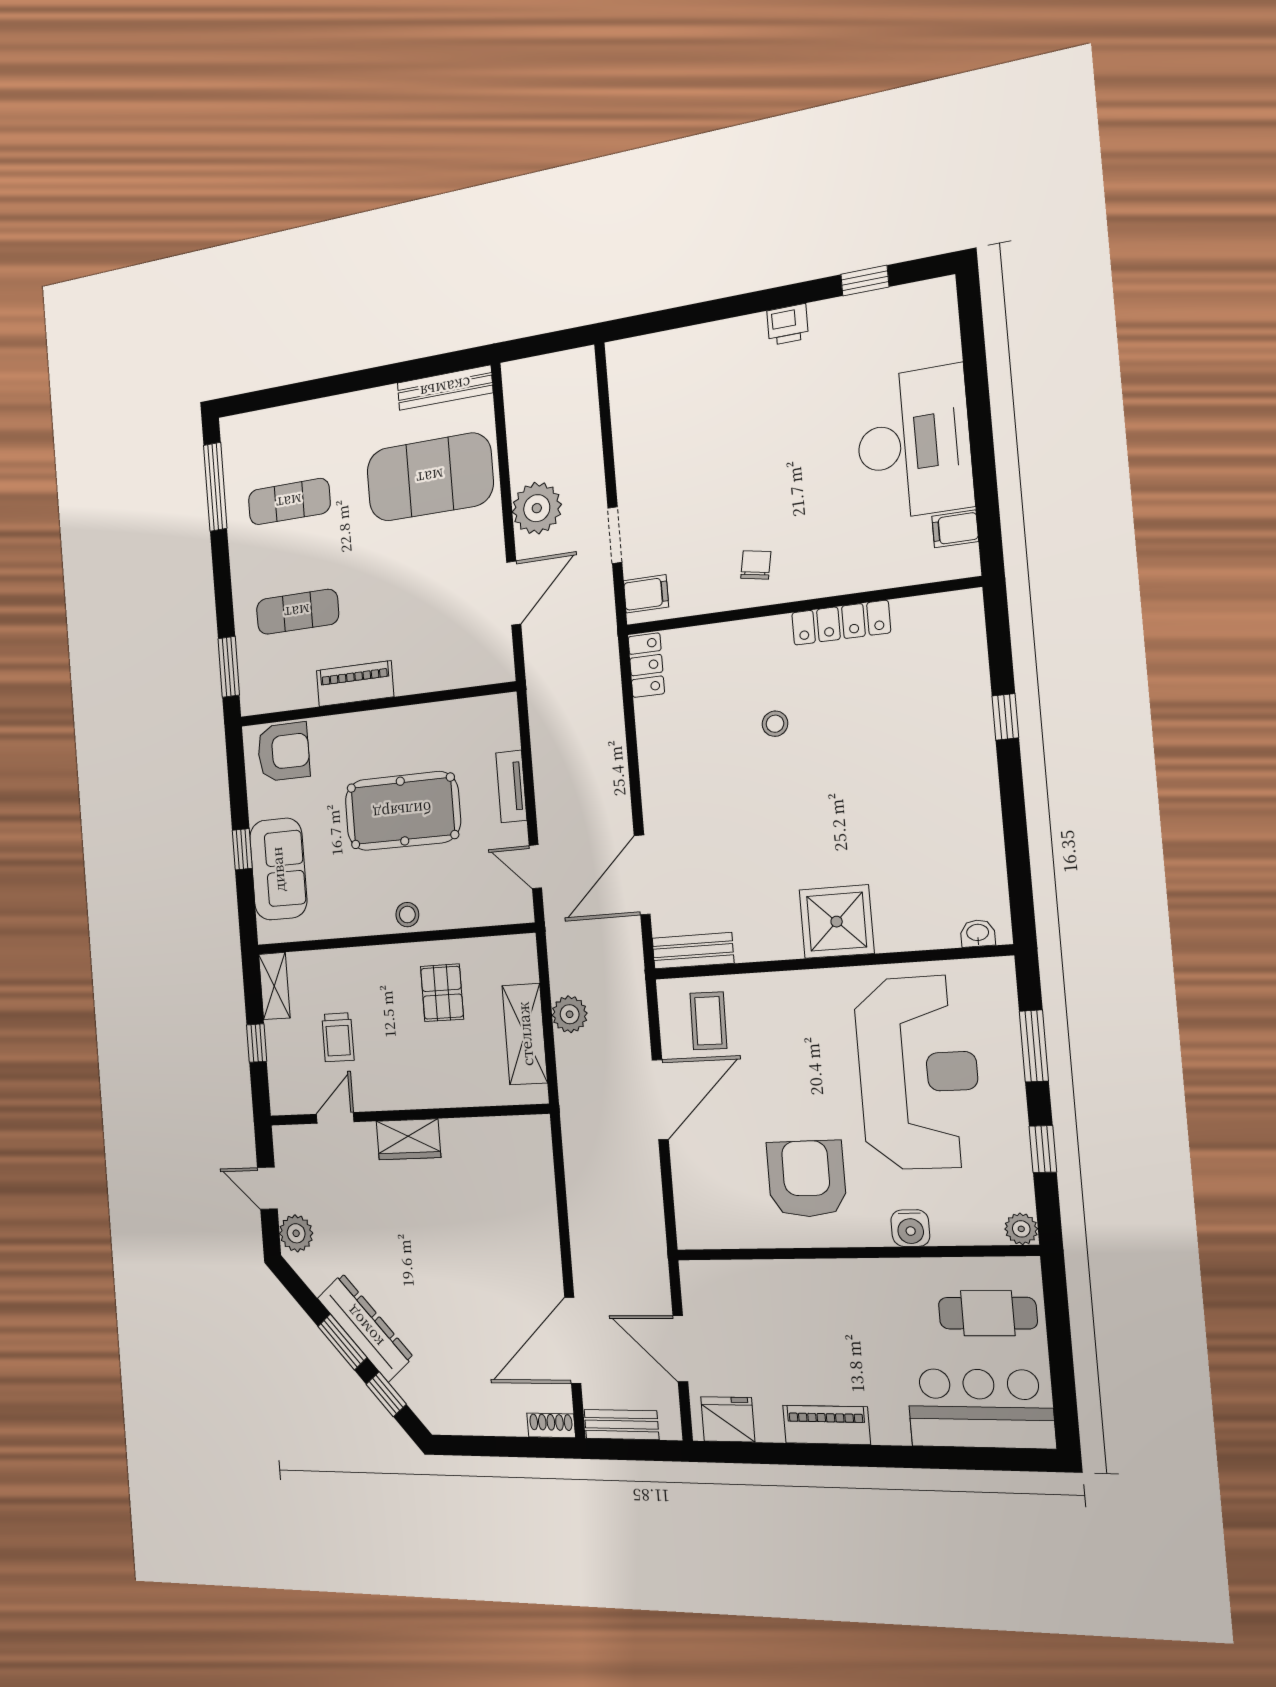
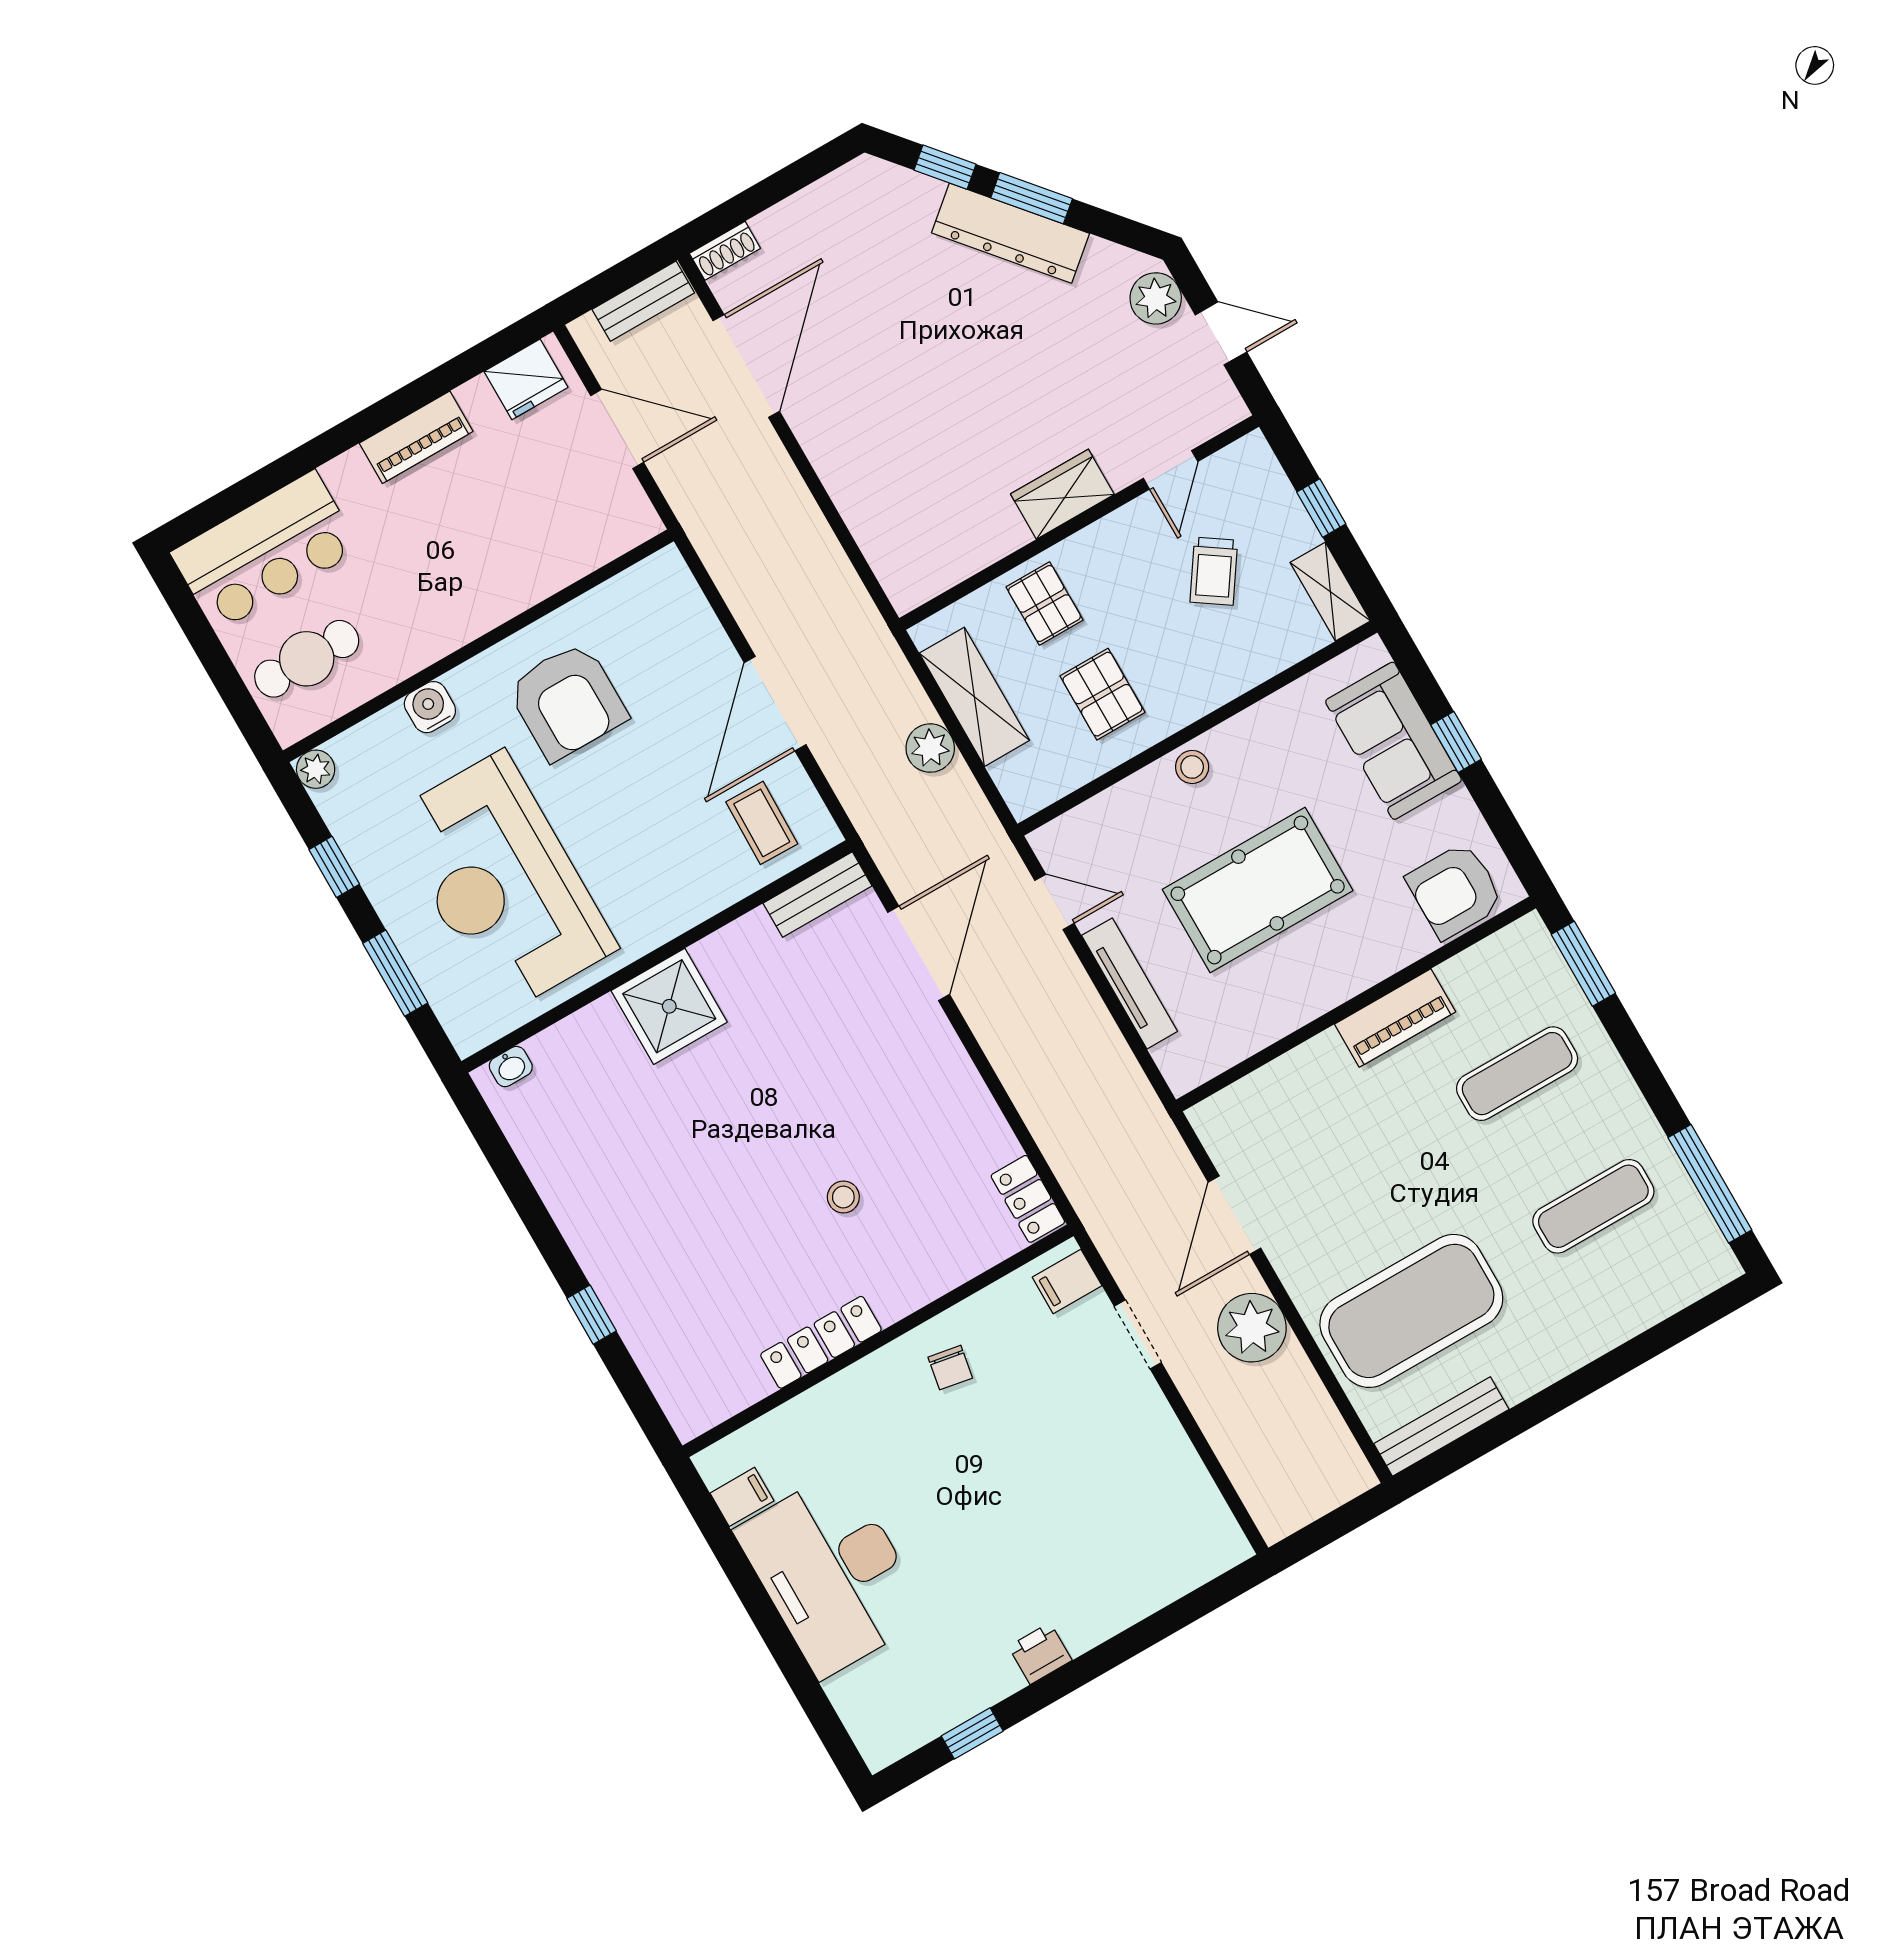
tv unit: (511, 786) -> (1130, 983), width x1.41
trolley: (338, 1037) -> (1214, 571), turned -146
pallet: (452, 1073) -> (1044, 604), added

